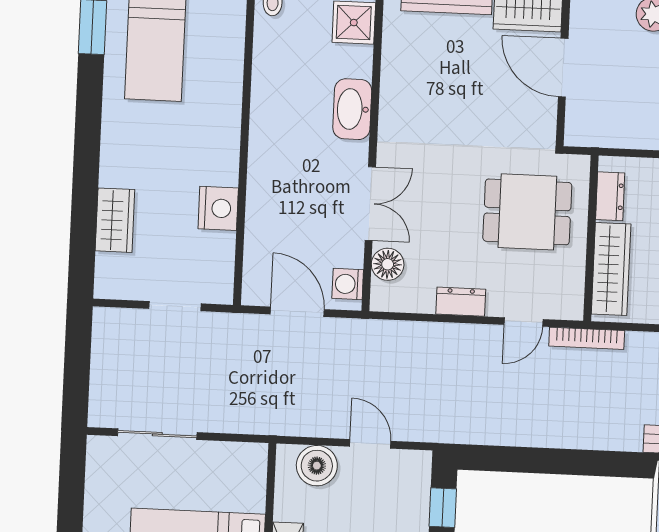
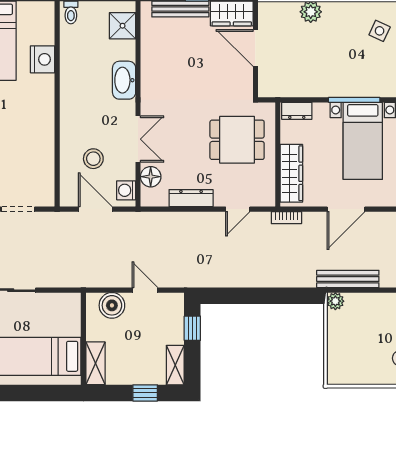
dresser: (610, 196) -> (297, 111), moved, turned 90
nightstand: (218, 208) -> (43, 59), moved
stool: (298, 231) -> (93, 159), added
dresser: (461, 302) -> (191, 198), width x1.44
bookcase: (587, 338) -> (286, 218), width x0.64

